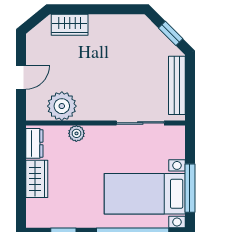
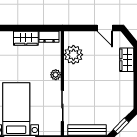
door: (21, 77) -> (105, 28), moved
plant: (76, 133) -> (56, 75), moved

